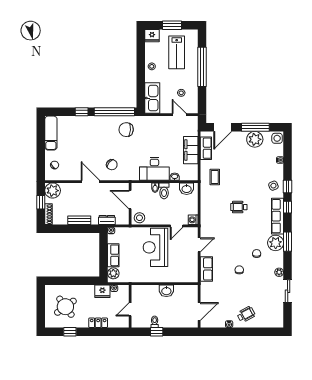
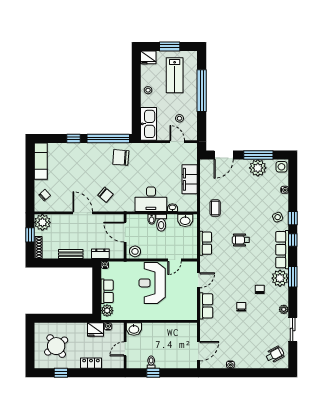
row of seats: (206, 148) -> (206, 243), moved
washing machine: (193, 220) -> (192, 254), removed
washbasin: (166, 291) -> (134, 329), moved
wheelchair: (246, 314) -> (275, 355), moved

